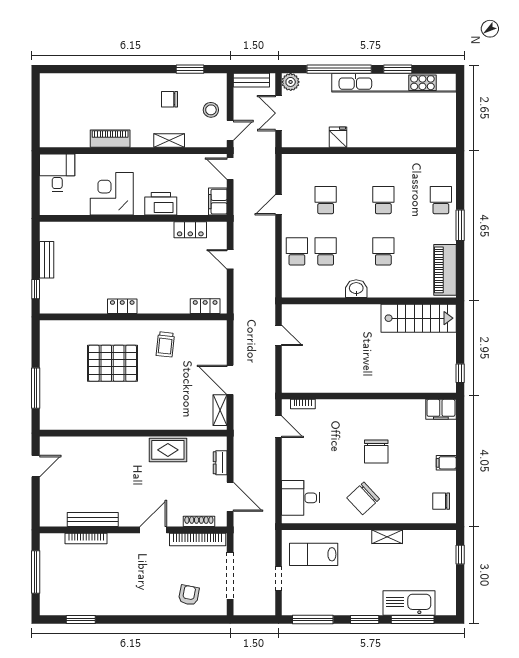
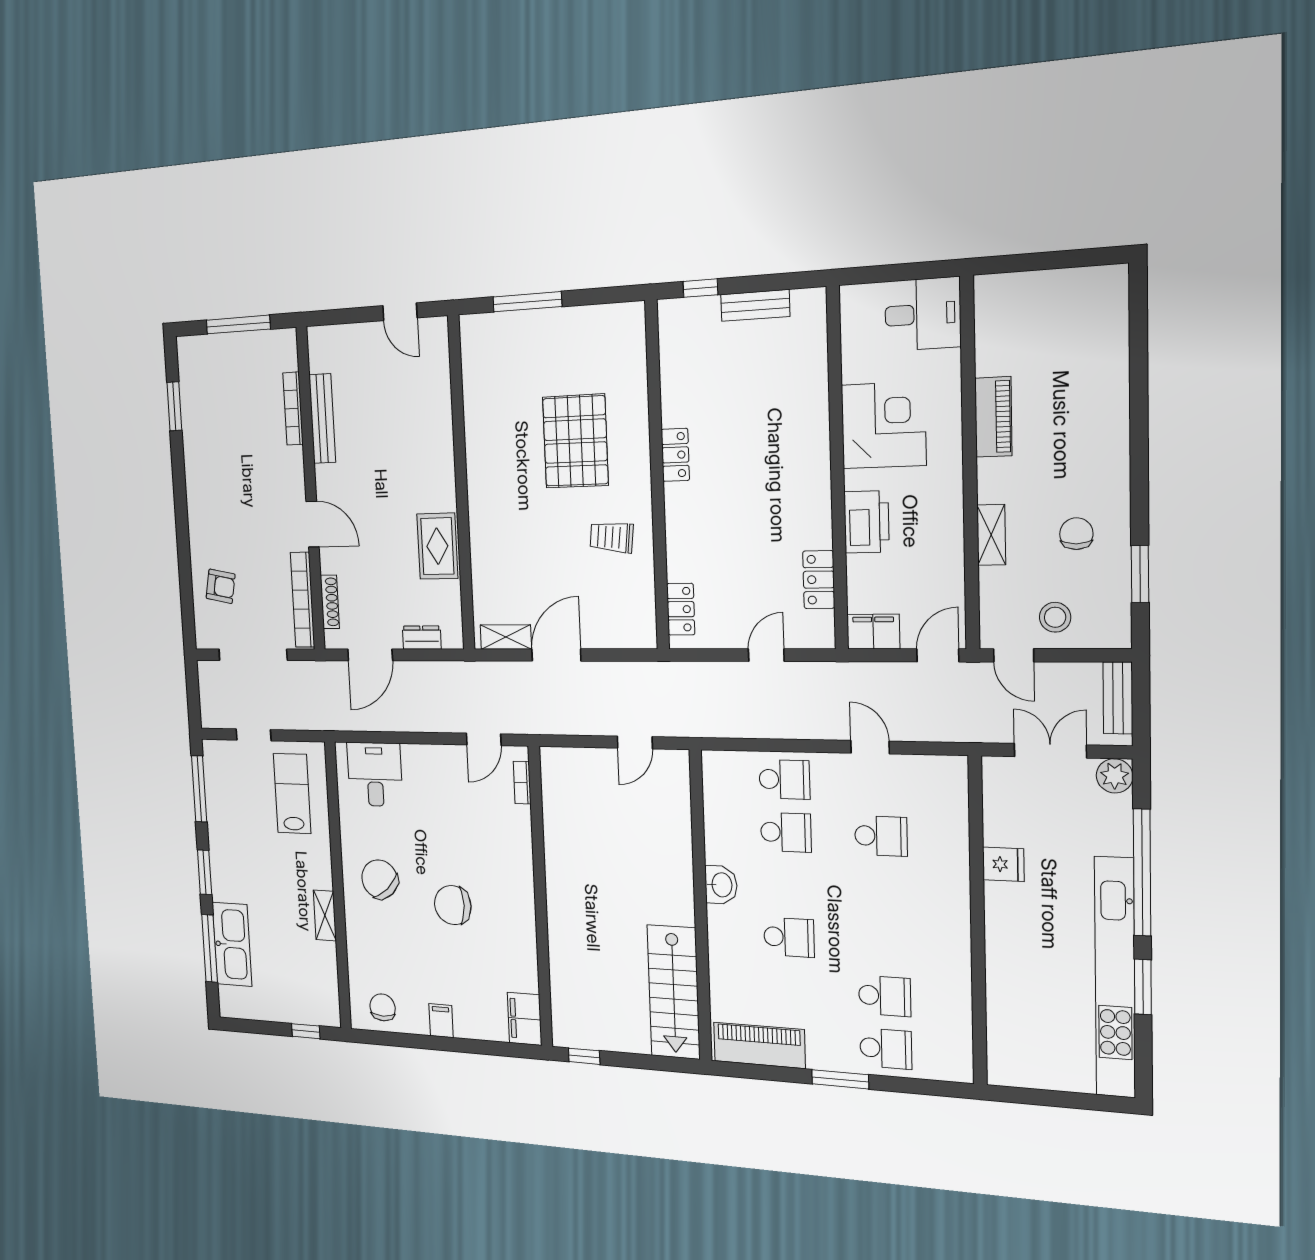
school desk: (383, 200) -> (885, 996), moved

